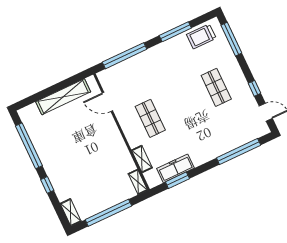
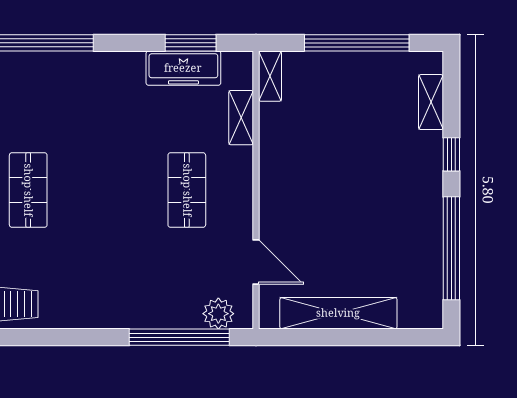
window: (175, 32) -> (57, 337), removed
plant: (113, 73) -> (218, 314), added
shelving: (71, 212) -> (431, 102), moved

